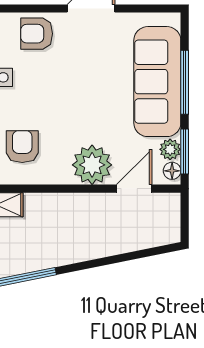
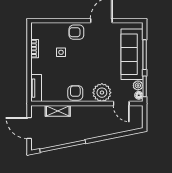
armchair: (22, 147) -> (75, 93), moved
door: (134, 189) -> (121, 104), swing flipped

